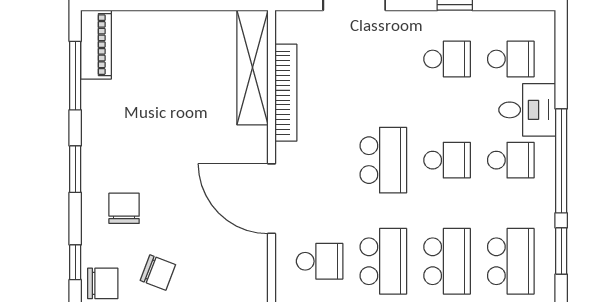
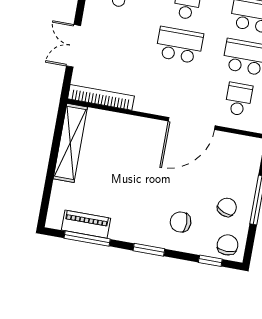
piano: (96, 45) -> (86, 224), moved
shelving: (253, 68) -> (70, 143), moved, turned 90
bookcase: (286, 93) -> (101, 97), moved

